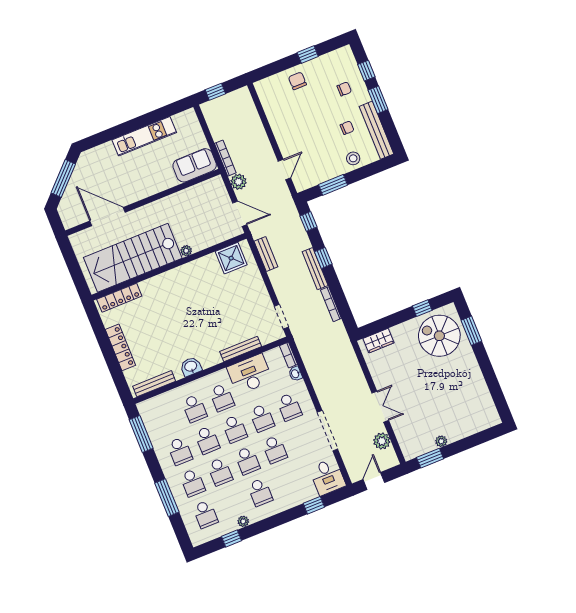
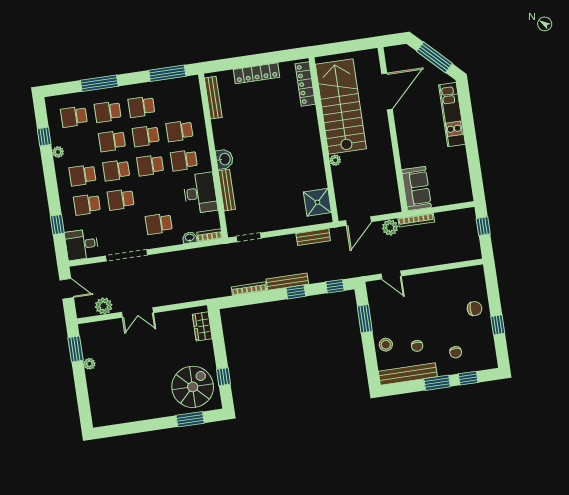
kitchen unit: (144, 136) -> (452, 115), moved
washbasin: (191, 367) -> (224, 159), moved
school desk: (262, 418) -> (87, 205), moved

